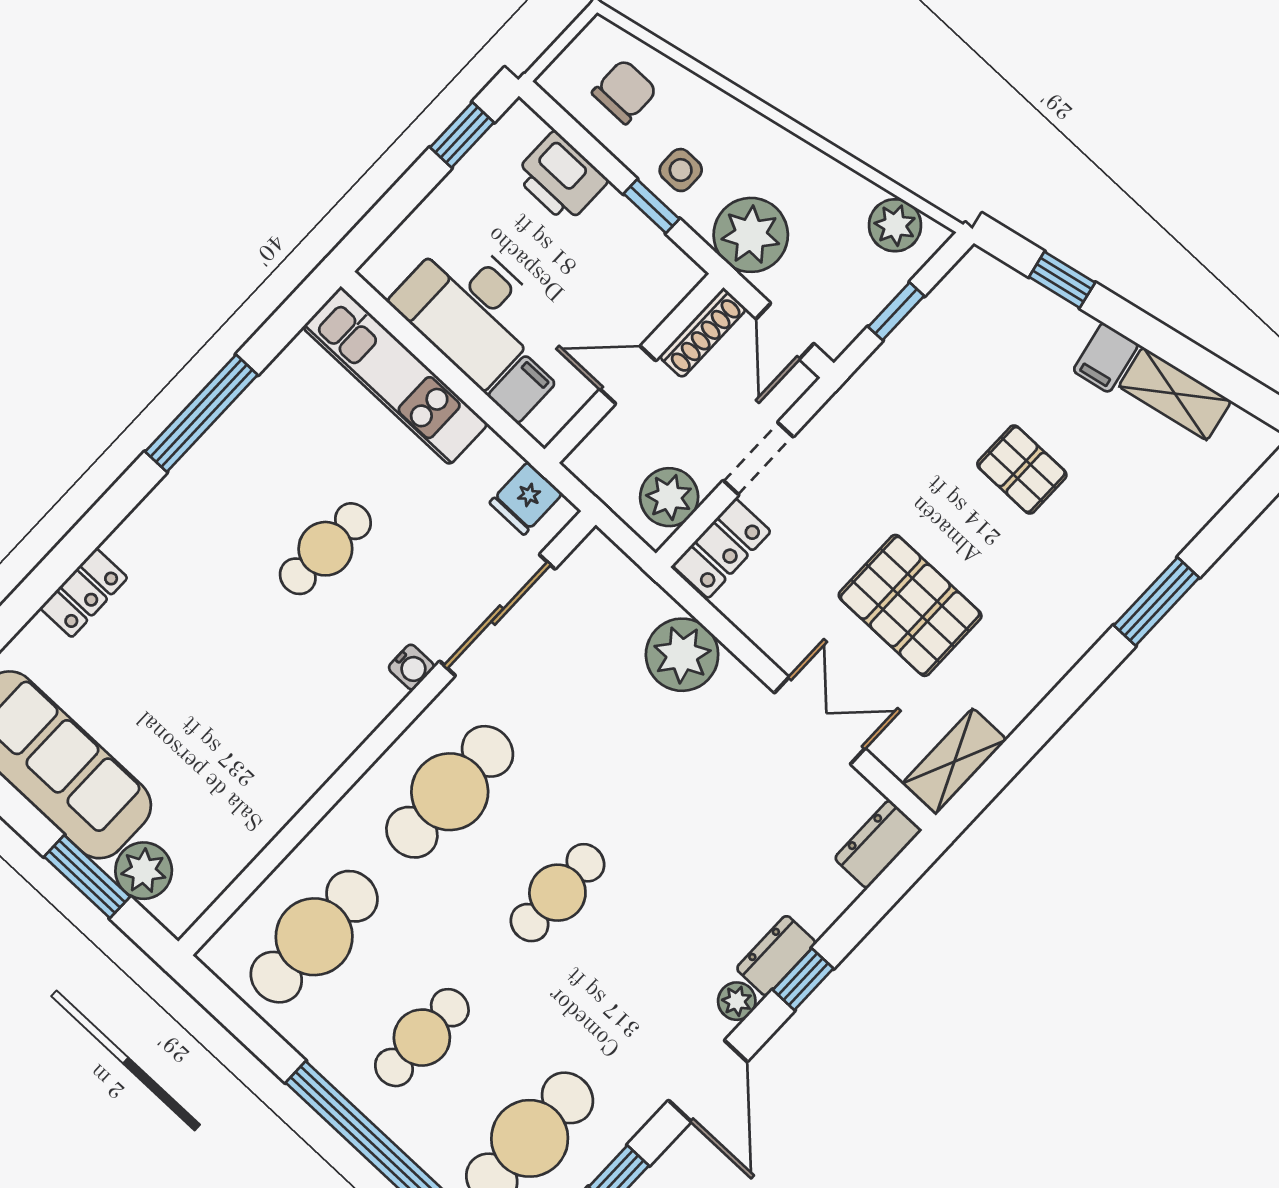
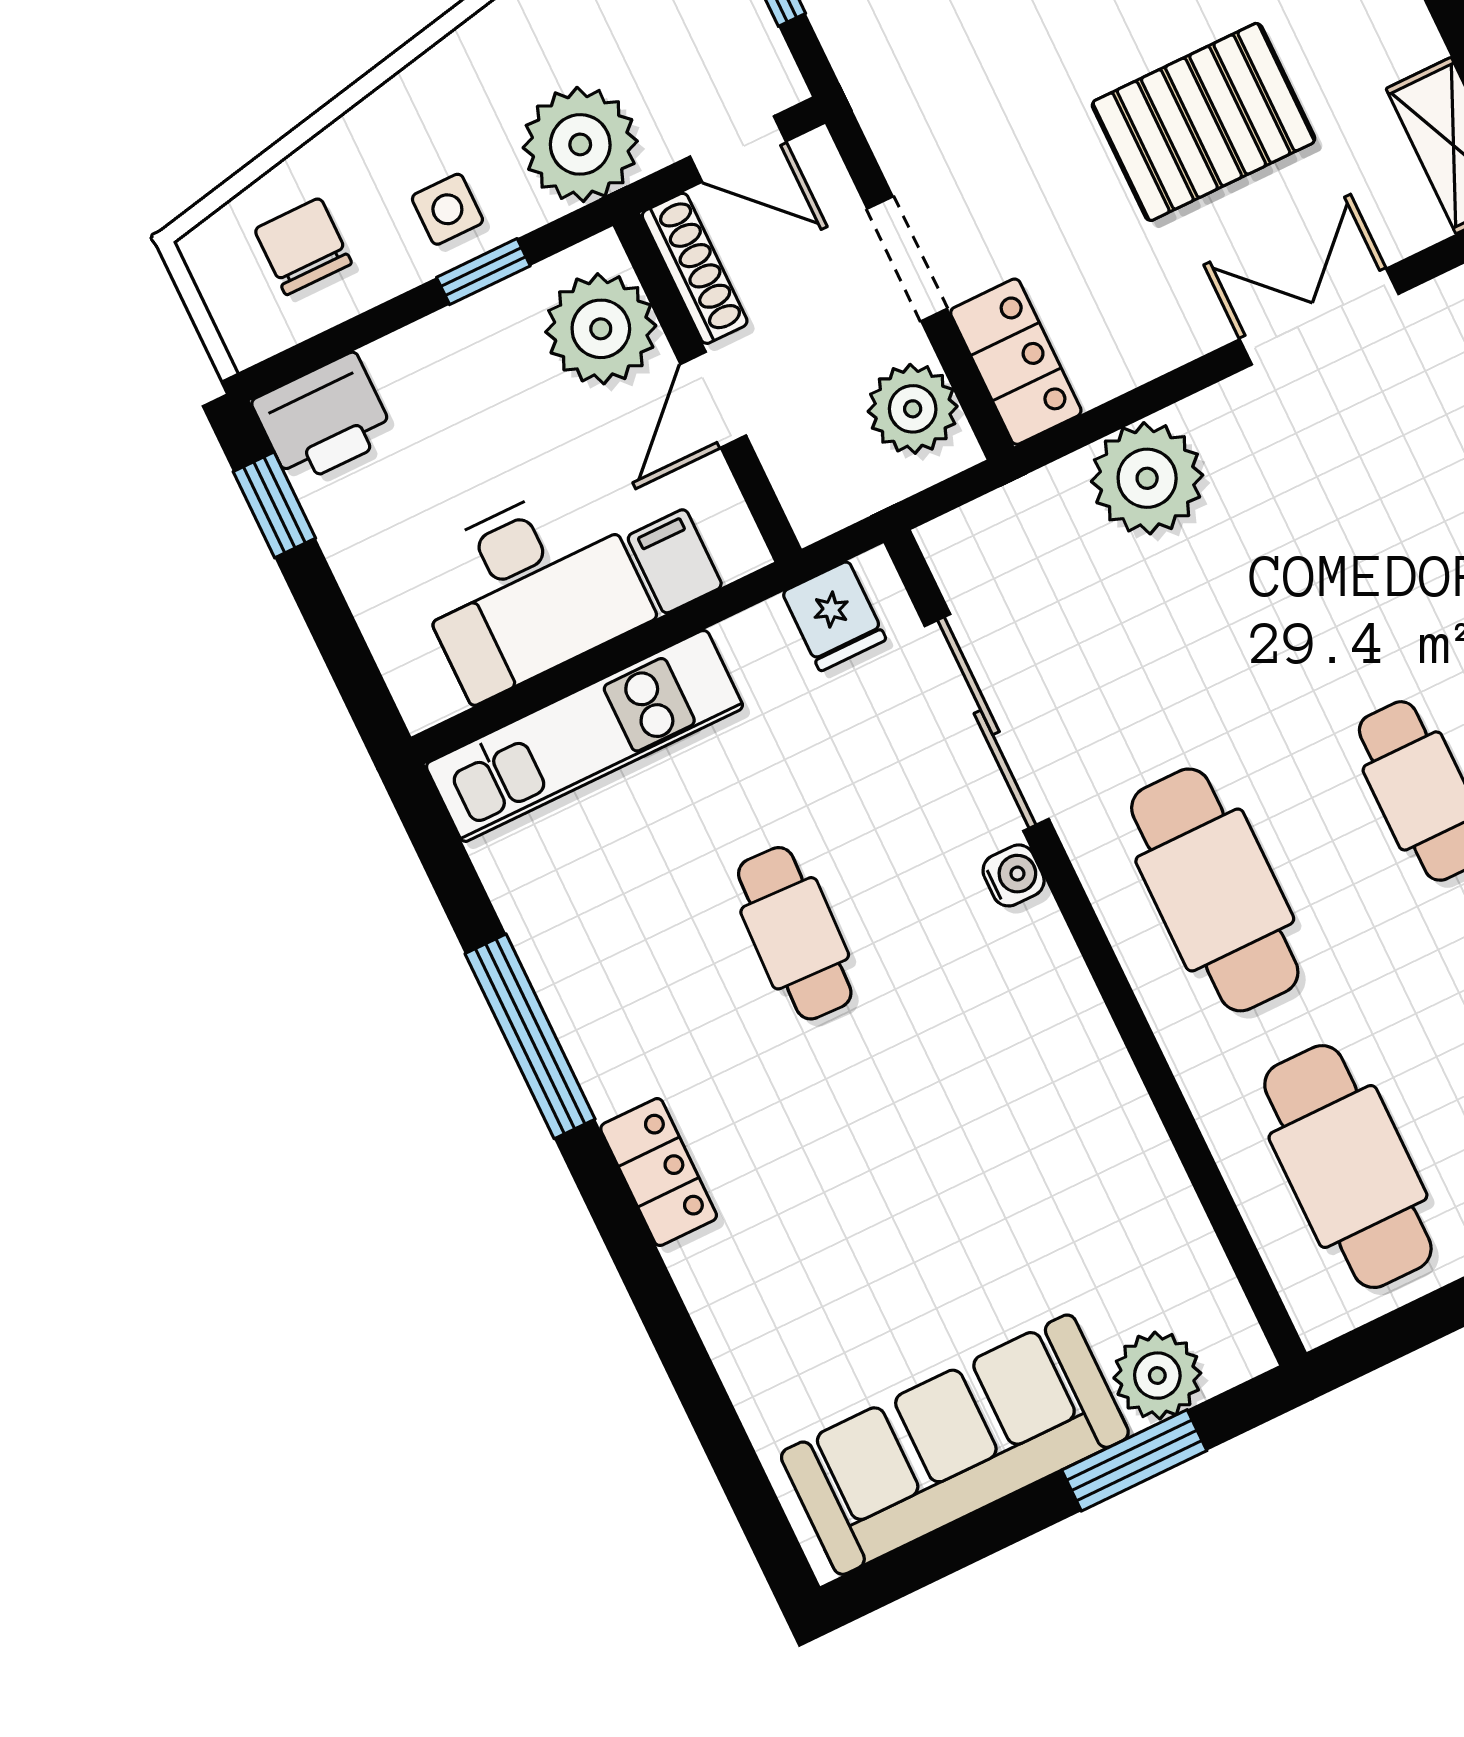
printer: (561, 178) -> (323, 419), moved
plant: (644, 290) -> (601, 329), added
locker: (84, 593) -> (659, 1172), moved

